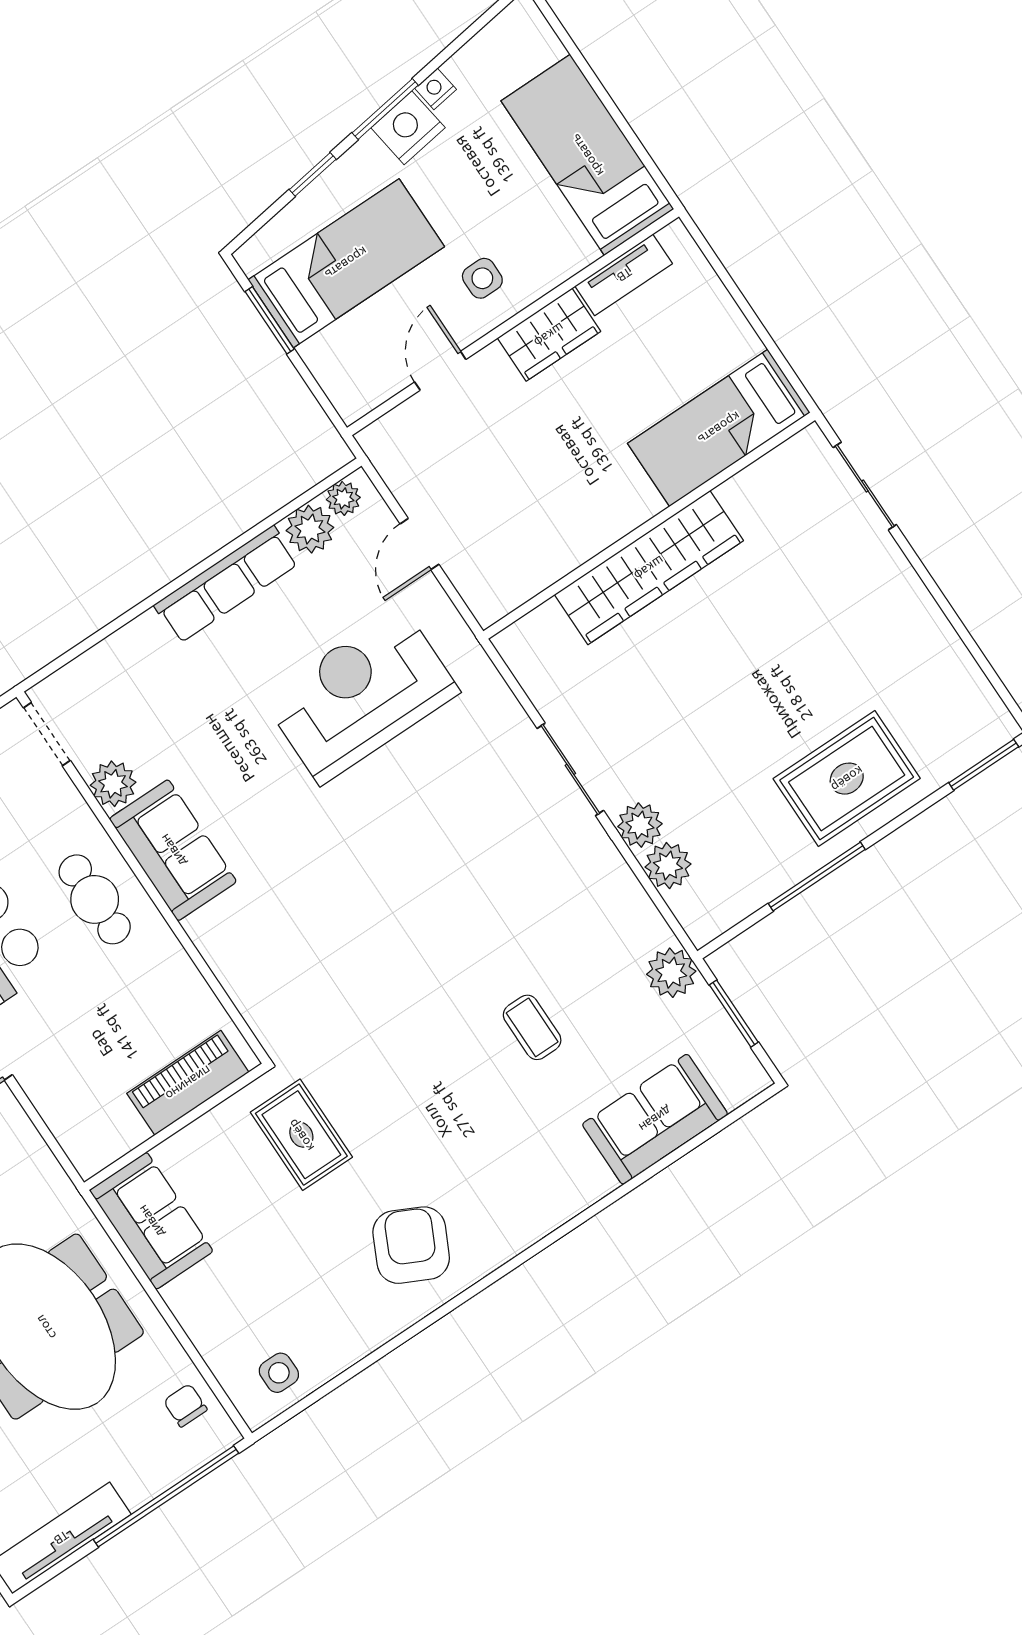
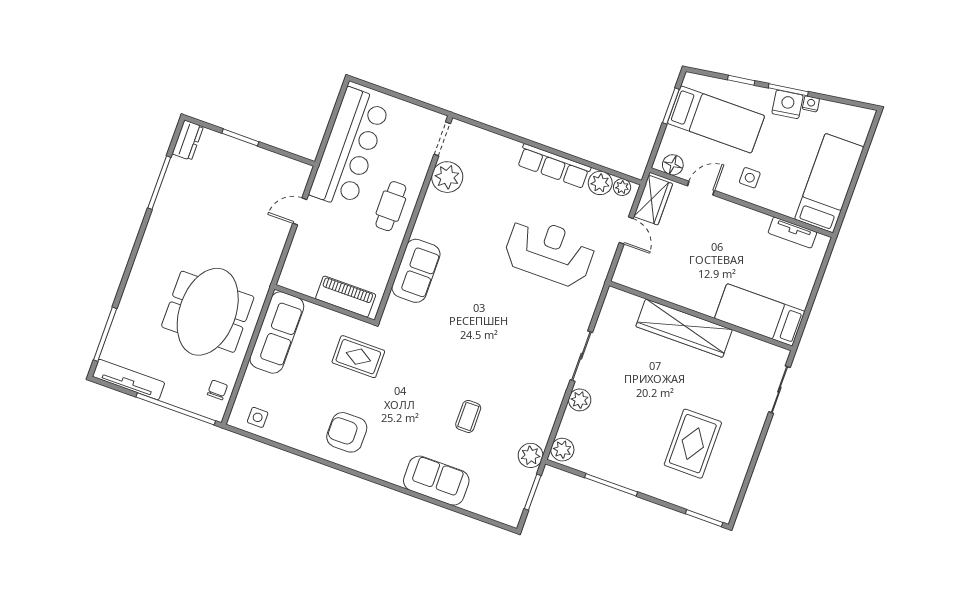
wardrobe: (549, 335) -> (653, 200), moved, turned -90
floor lamp: (368, 389) -> (673, 165), added
door: (419, 544) -> (626, 231), swing flipped
rug: (847, 779) -> (693, 444), moved, turned 90
plant: (113, 784) -> (447, 177), width x1.36, depth x1.36
sofa: (173, 850) -> (416, 271), moved
plant: (668, 866) -> (562, 450), moved
sofa: (655, 1119) -> (436, 481), moved
rug: (301, 1135) -> (358, 357), turned 90
sofa: (151, 1221) -> (277, 333), width x1.36
armchair: (411, 1245) -> (347, 432), turned -116

